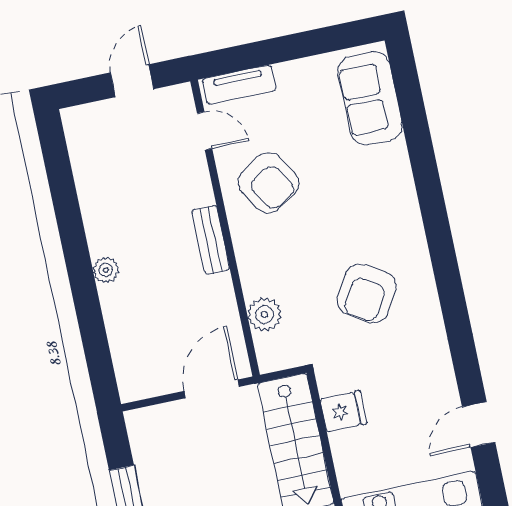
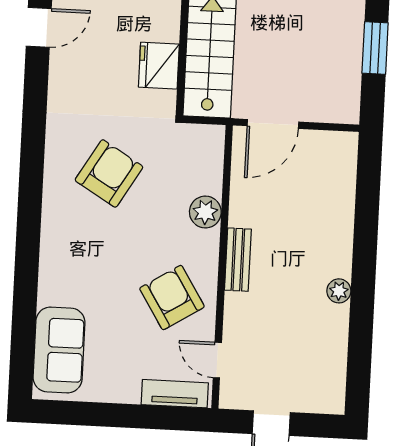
plant: (106, 270) -> (339, 291), moved
plant: (264, 314) -> (205, 212), moved
fridge: (343, 411) -> (159, 66), width x1.38

